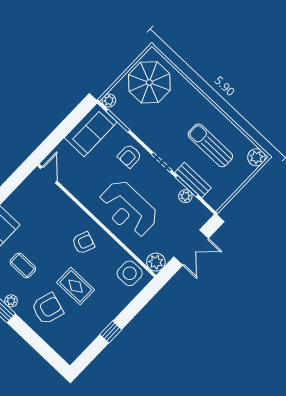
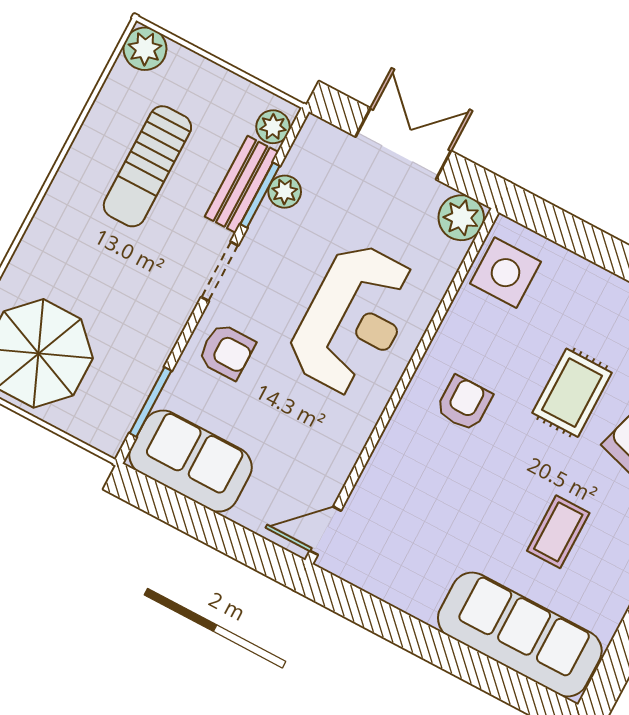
plant: (109, 100) -> (273, 127), moved
armchair: (83, 243) -> (464, 403), turned 69

